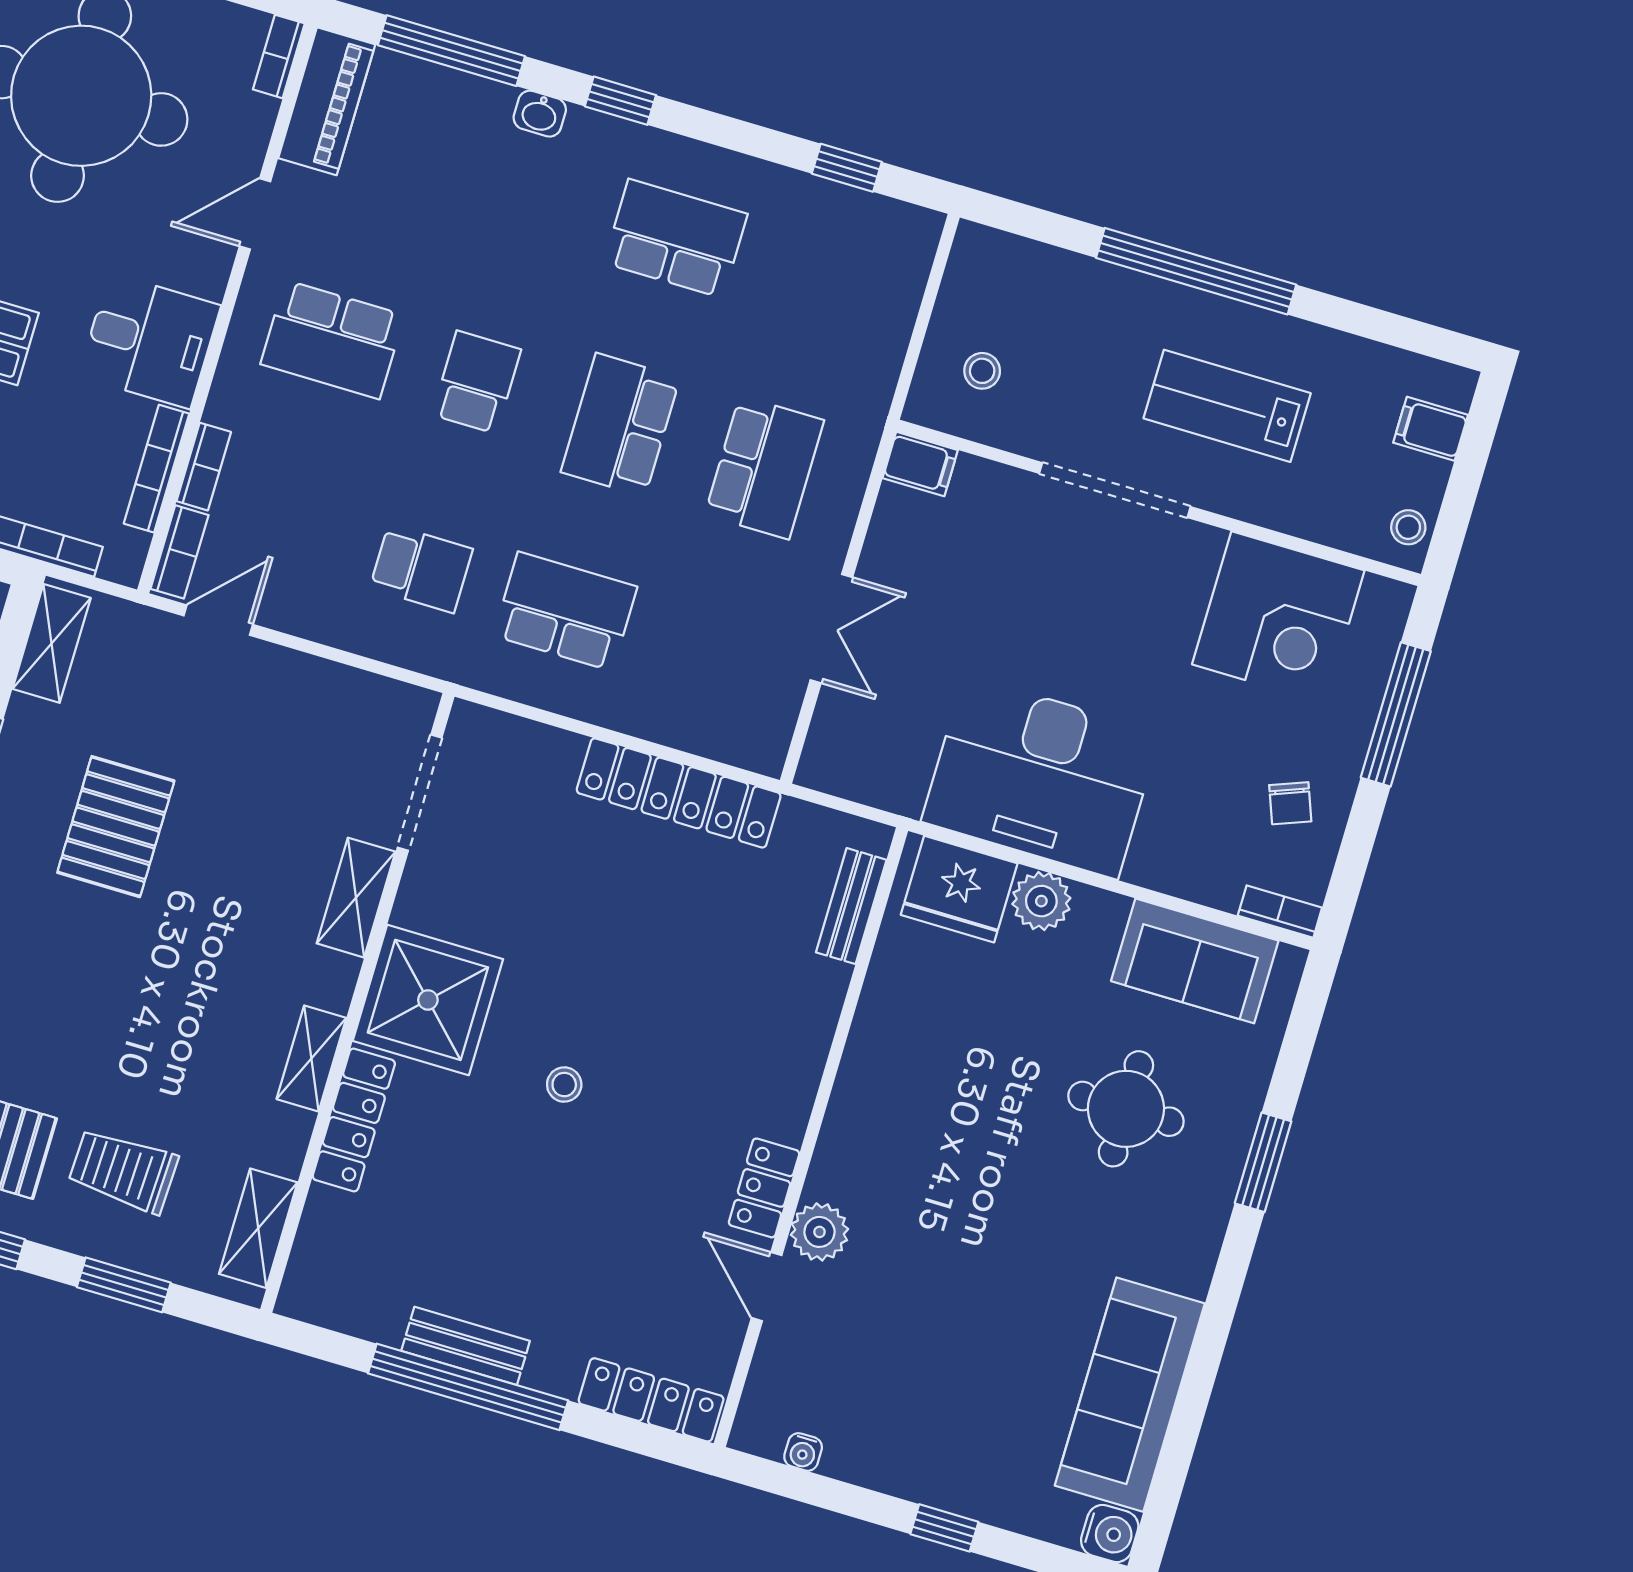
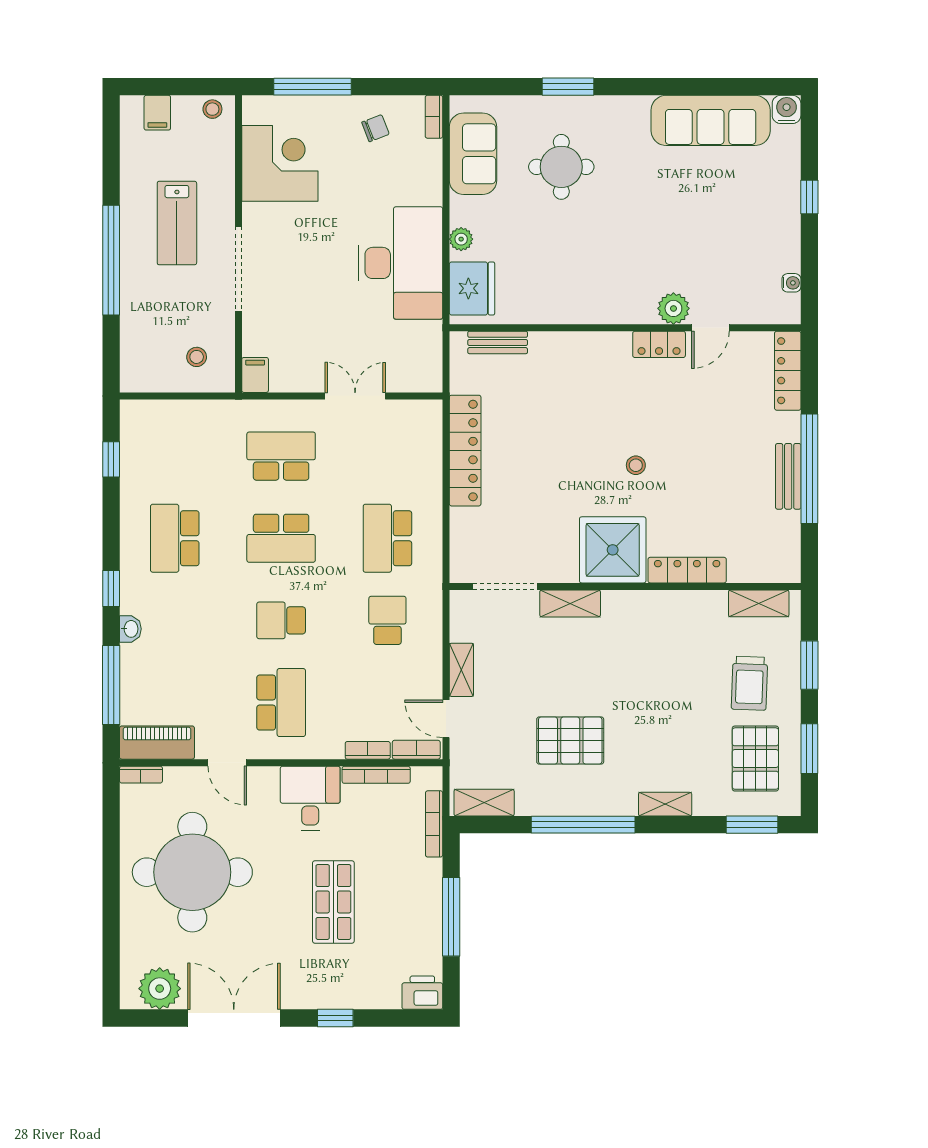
plant: (1041, 901) -> (461, 239), width x0.73, depth x0.73
shelving: (311, 1058) -> (461, 670), moved, turned 90

